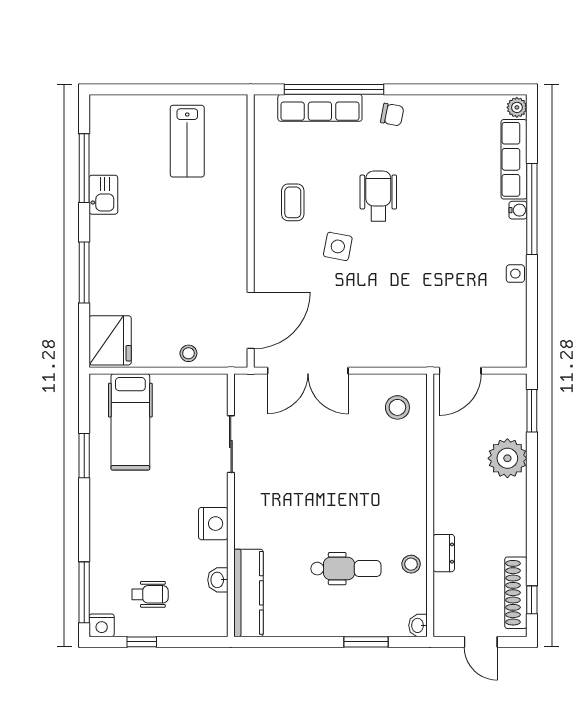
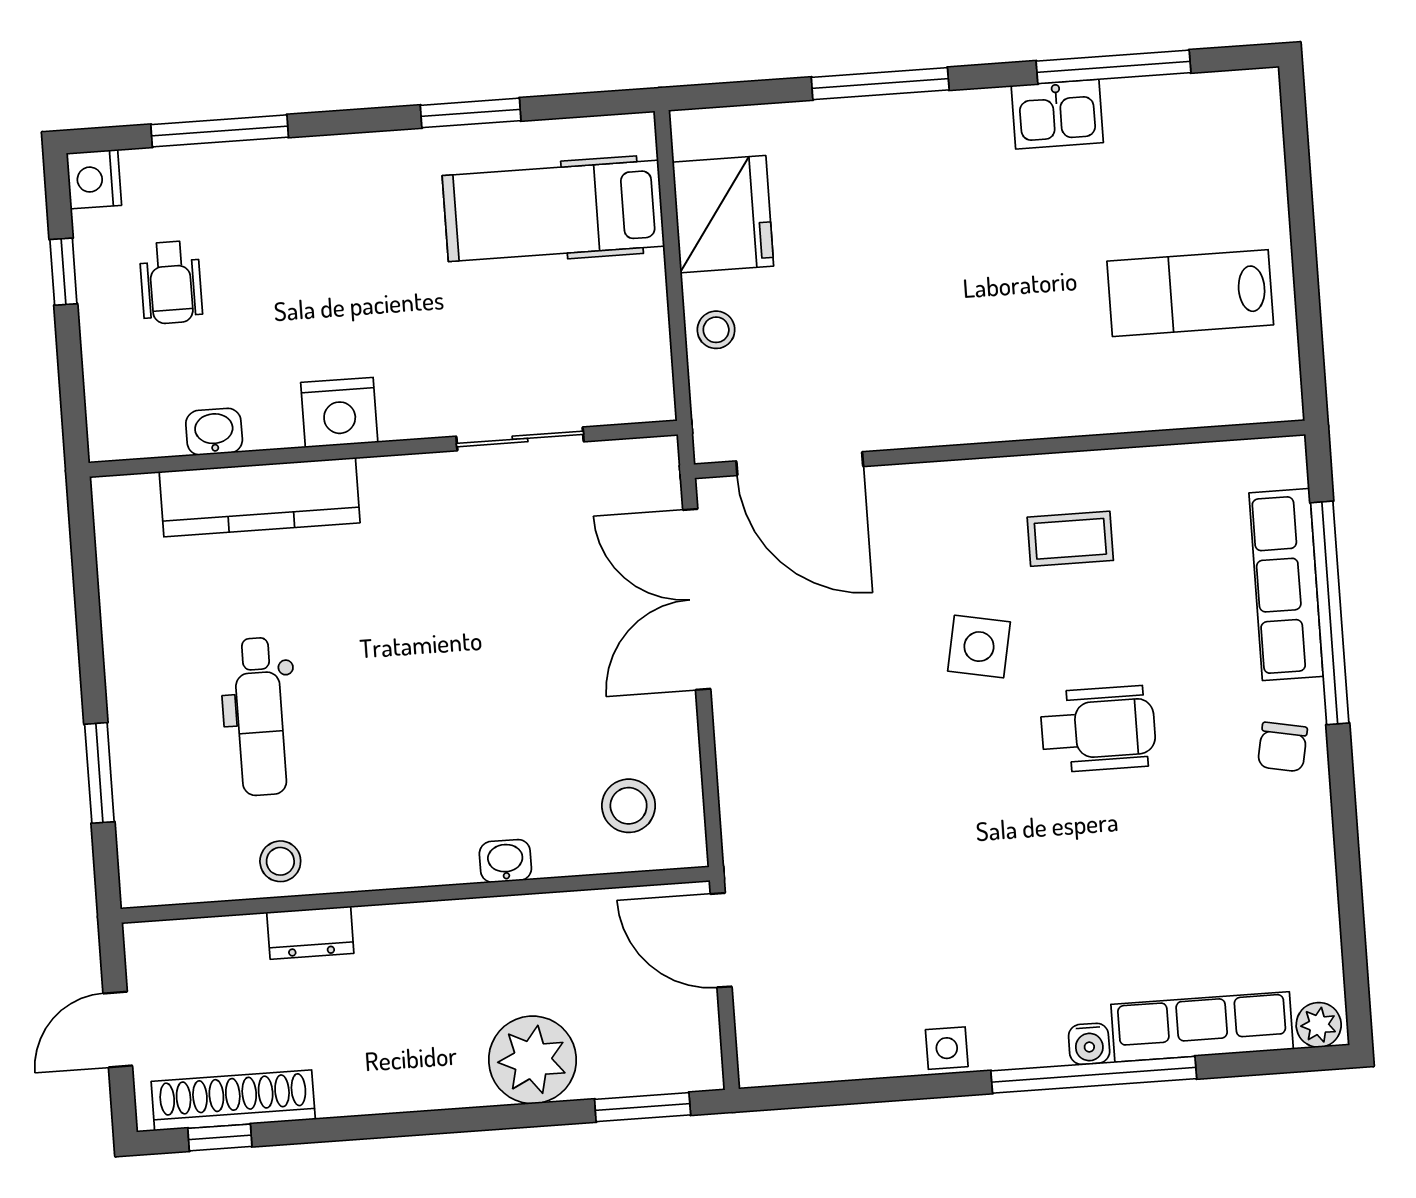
fridge: (110, 340) -> (723, 214), moved, turned -90
window: (84, 592) -> (220, 131), moved
kitchen counter: (248, 593) -> (260, 497), moved
washbasin: (418, 625) -> (505, 861), moved

